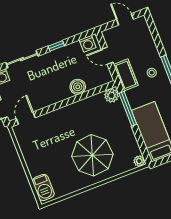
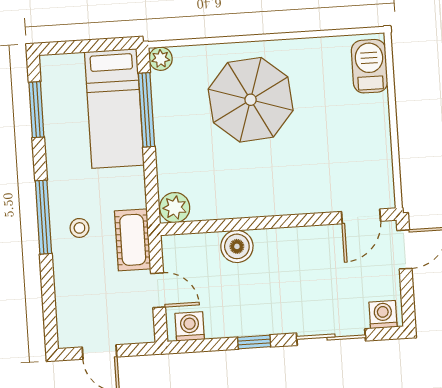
window: (128, 109) -> (146, 110), moved

